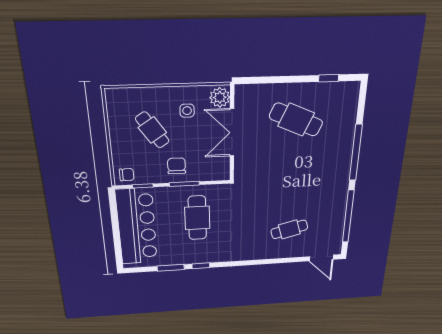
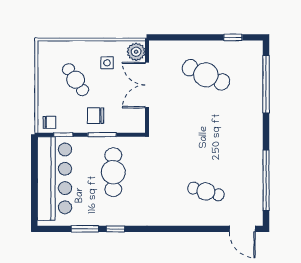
window: (356, 153) -> (266, 84), moved
chair: (177, 166) -> (96, 116), turned -90
cafe table: (289, 229) -> (206, 191), turned 30

